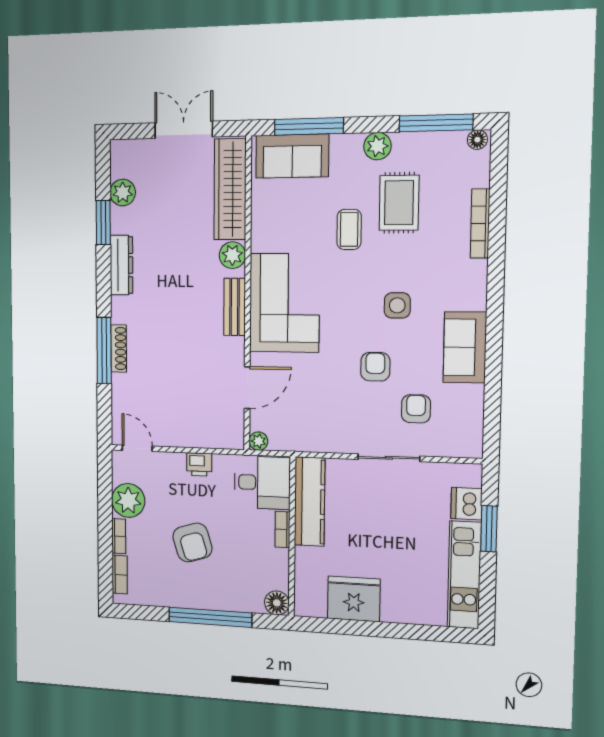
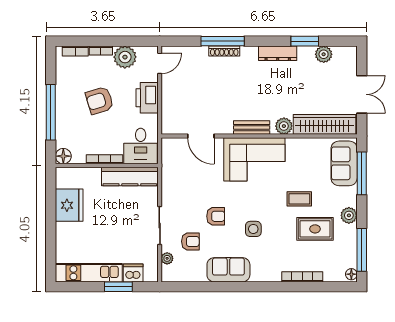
plant: (258, 441) -> (167, 258), moved
printer: (199, 464) -> (147, 98), width x1.87, depth x1.48
bookcase: (282, 529) -> (105, 159), width x1.56

